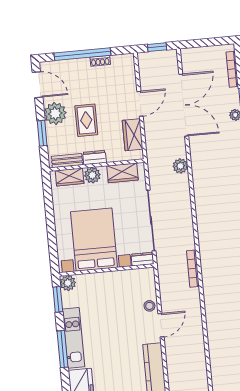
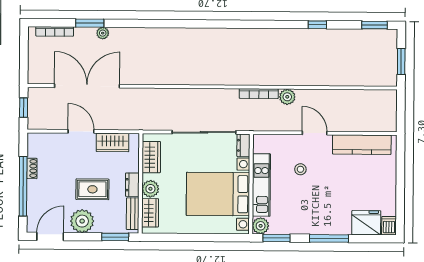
window: (42, 133) -> (115, 237), moved
plant: (180, 166) -> (287, 97), moved
stool: (149, 306) -> (300, 169), moved
kitchen unit: (74, 338) -> (261, 185), moved, turned 90

